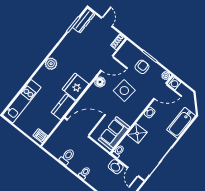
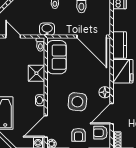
armchair: (125, 56) -> (100, 133), added
door: (78, 128) -> (92, 37), hinge flipped
washbasin: (116, 167) -> (47, 29), moved

